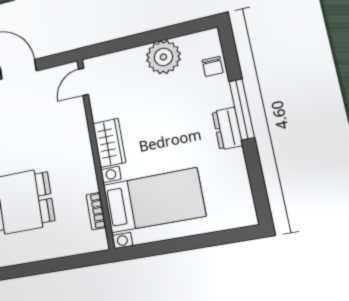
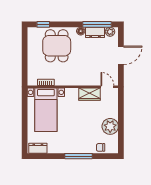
dresser: (227, 128) -> (38, 148), moved
wardrobe: (109, 143) -> (89, 94), moved

